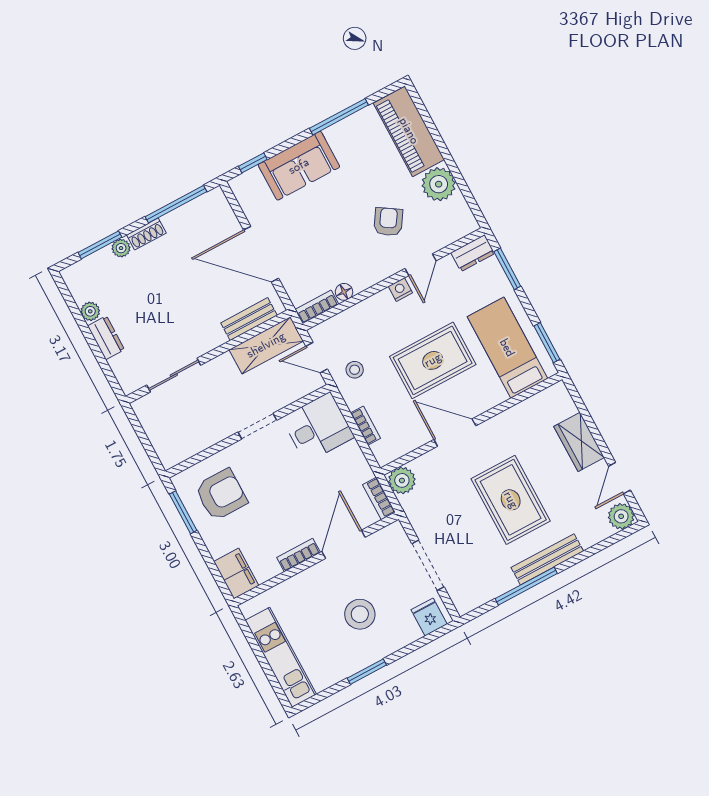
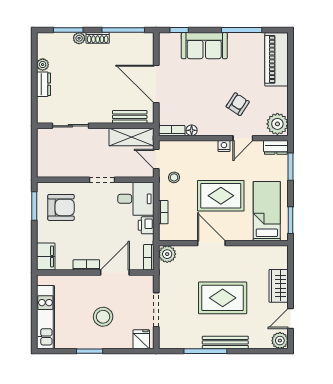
plant: (439, 184) -> (277, 124), moved
printer: (352, 456) -> (146, 225), added
rug: (511, 500) -> (223, 298), turned 90

